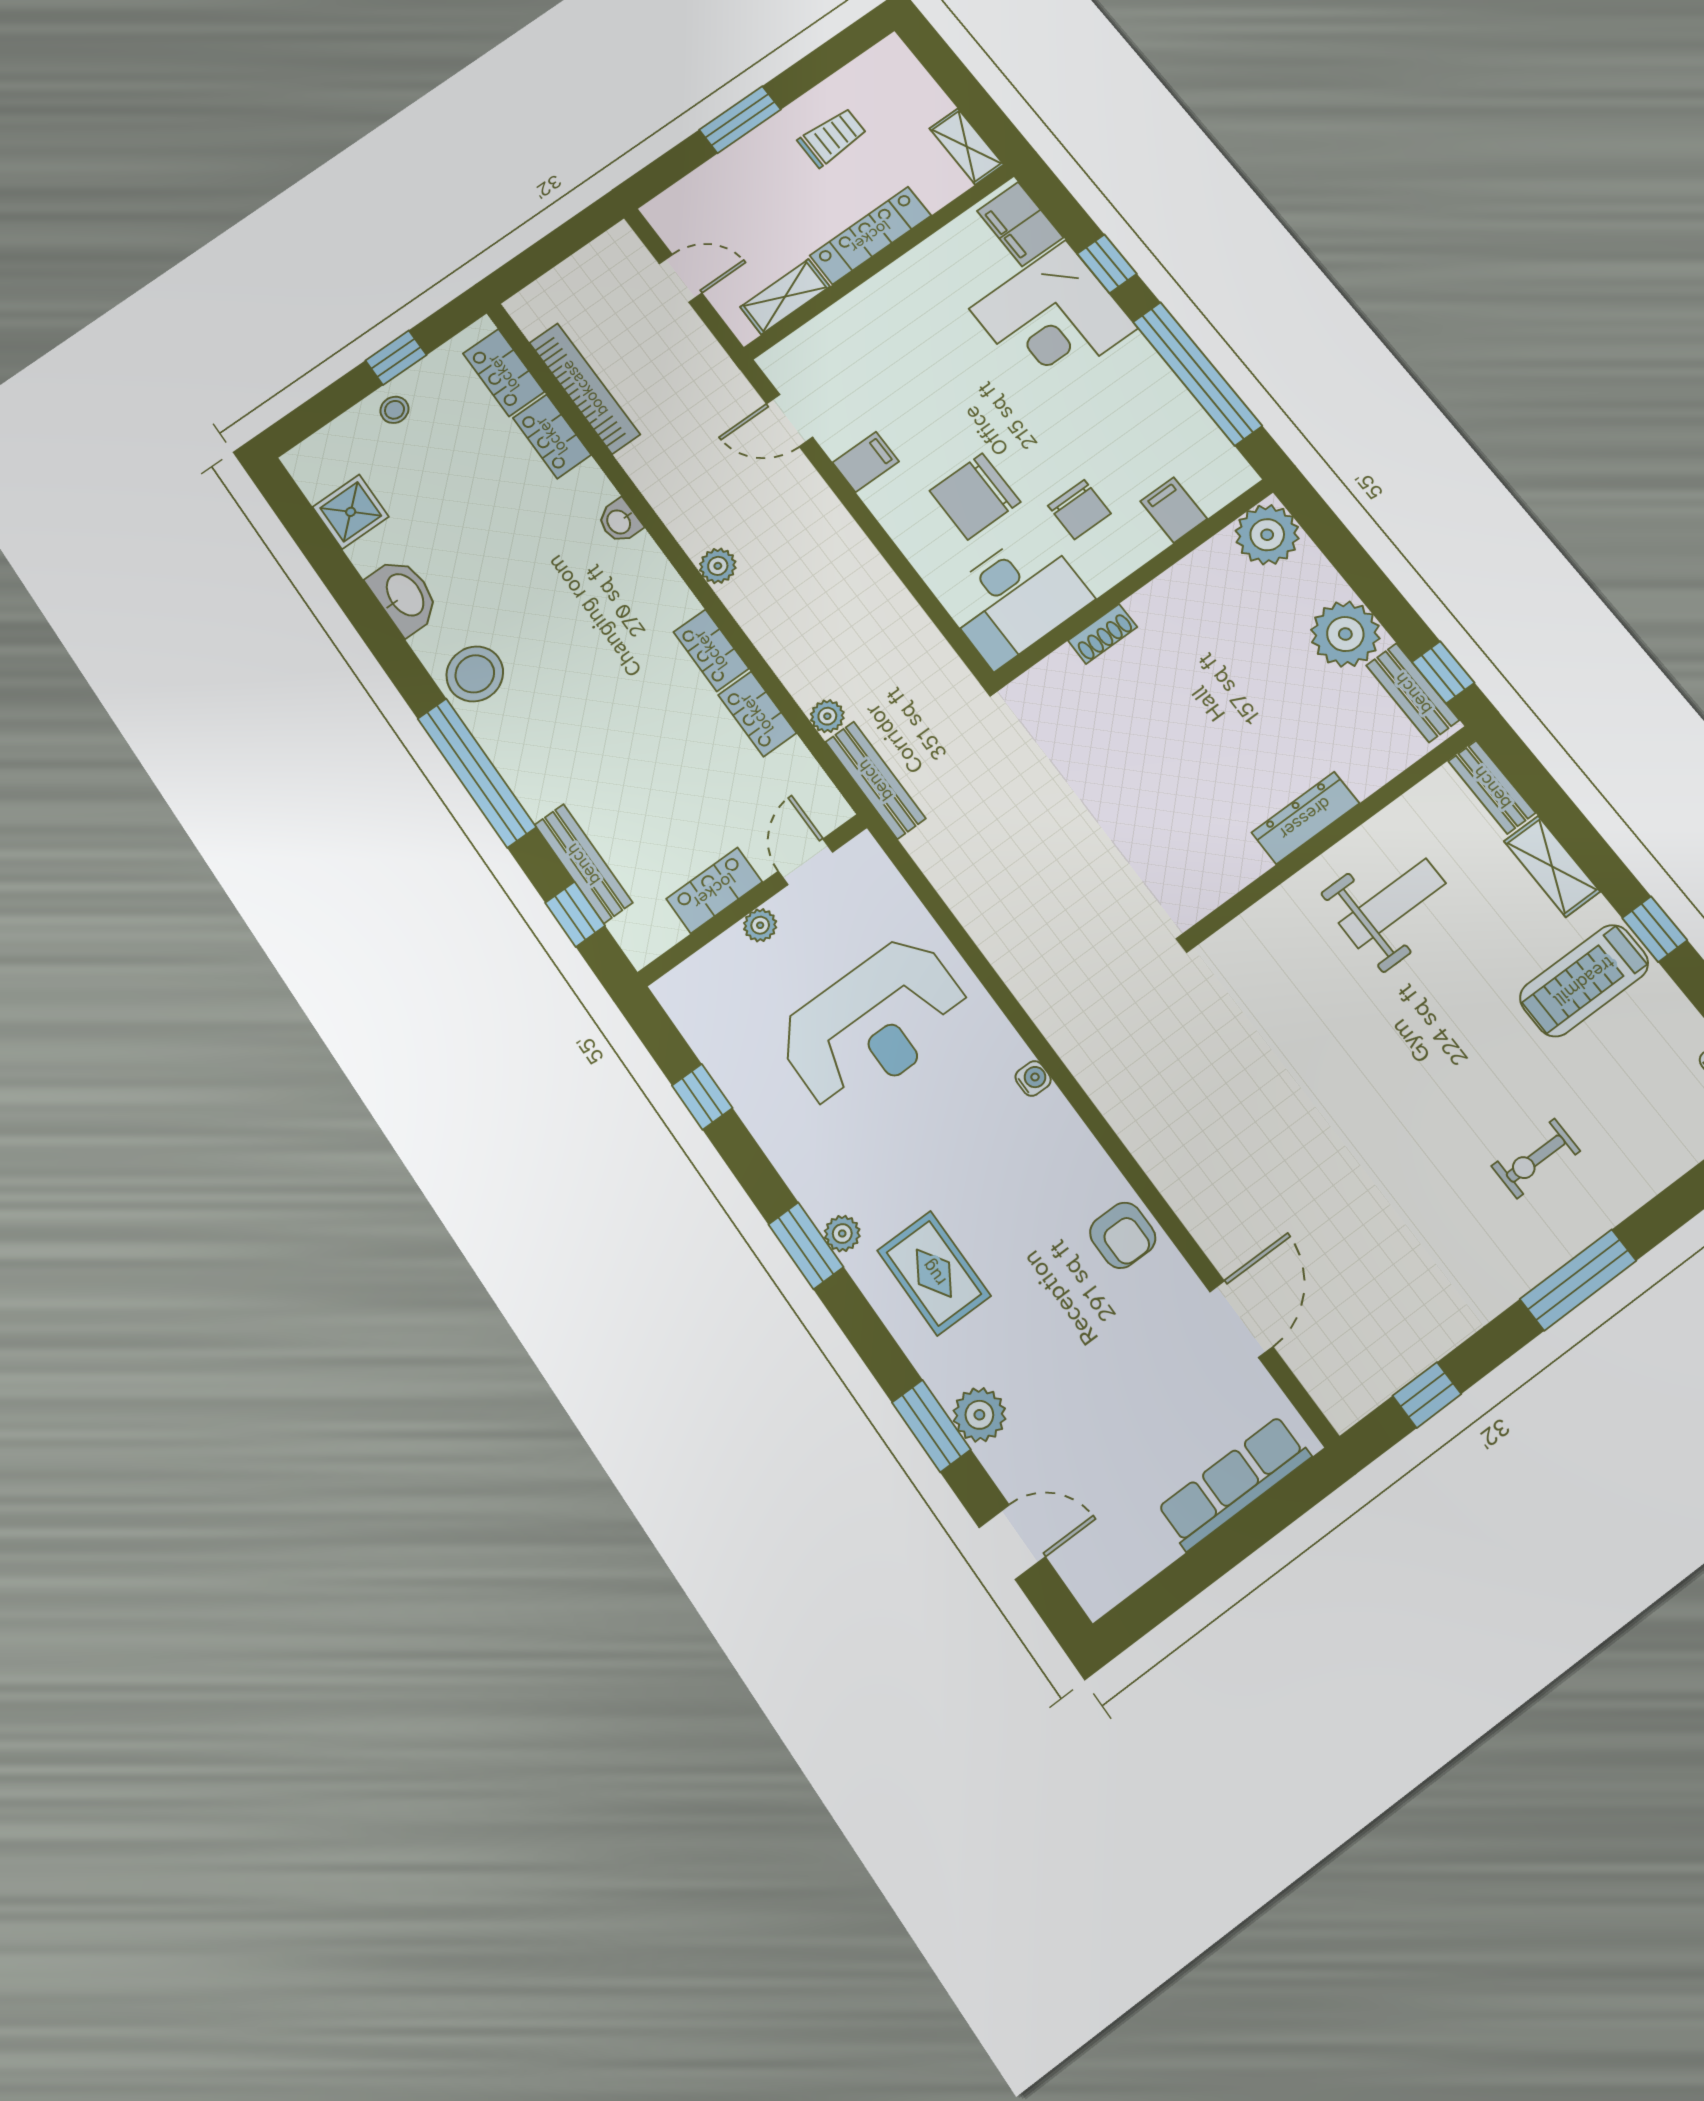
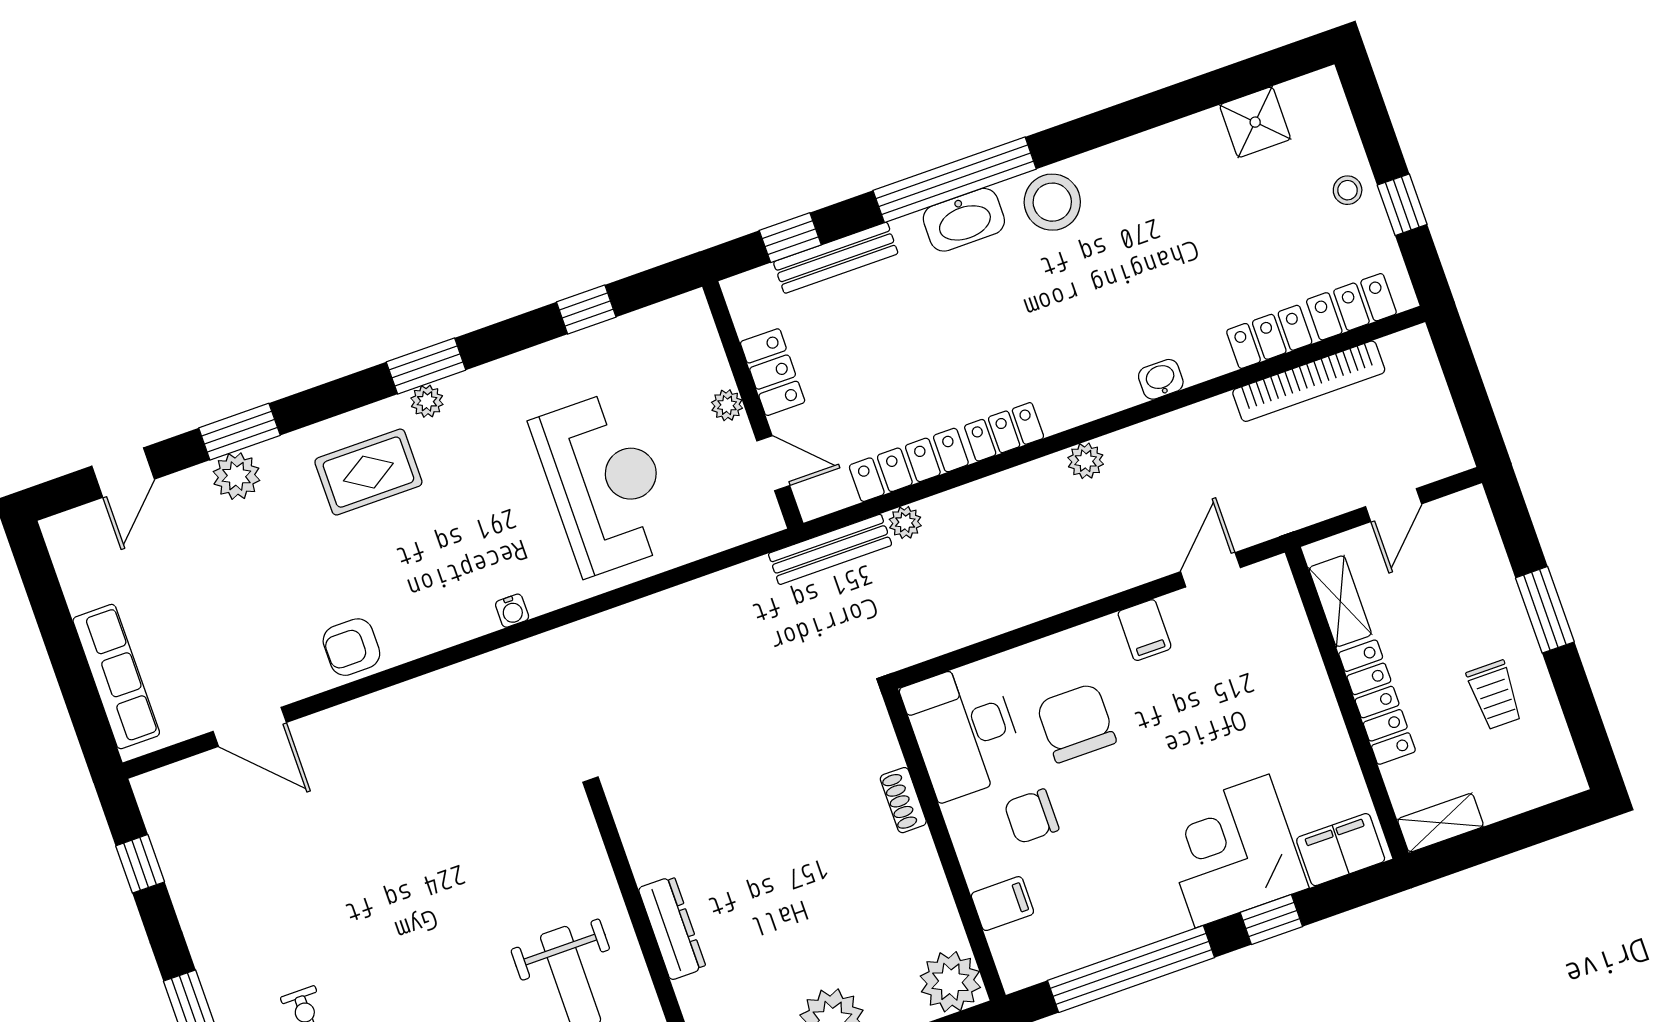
washbasin: (404, 596) -> (964, 220), moved
locker: (757, 714) -> (909, 465), width x1.53
reception desk: (874, 1024) -> (605, 483), turned 180

